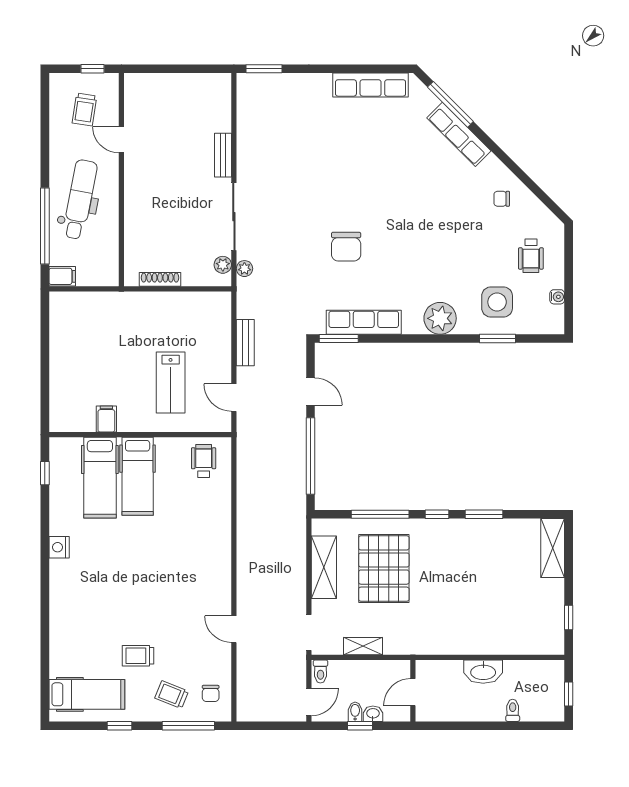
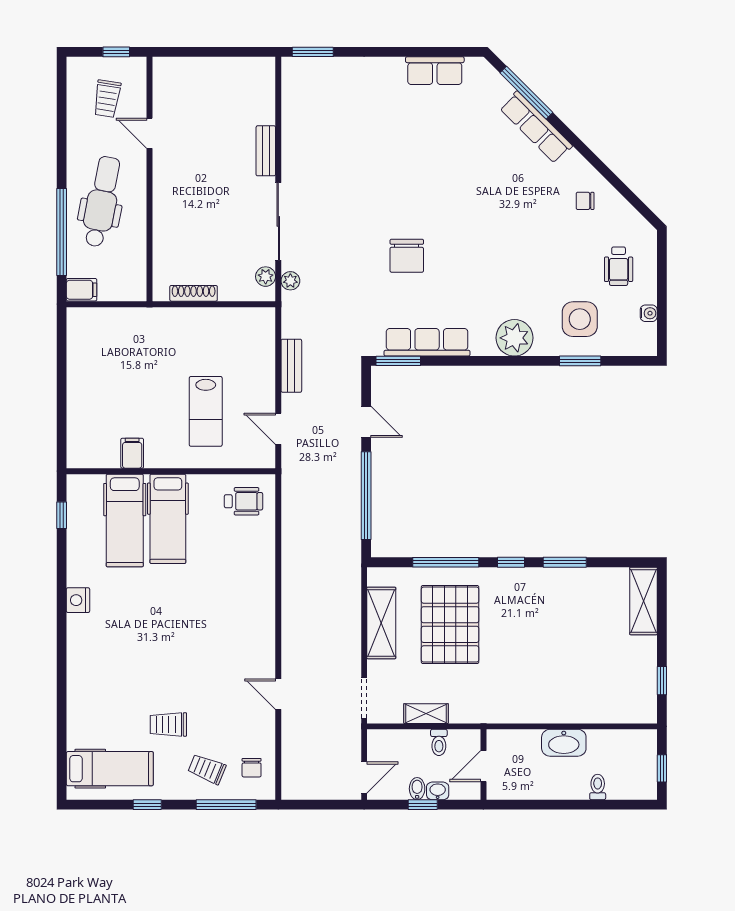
row of seats: (371, 85) -> (435, 71), width x0.68
wheelchair: (204, 461) -> (243, 501), turned 90
toilet: (320, 671) -> (439, 742), moved

